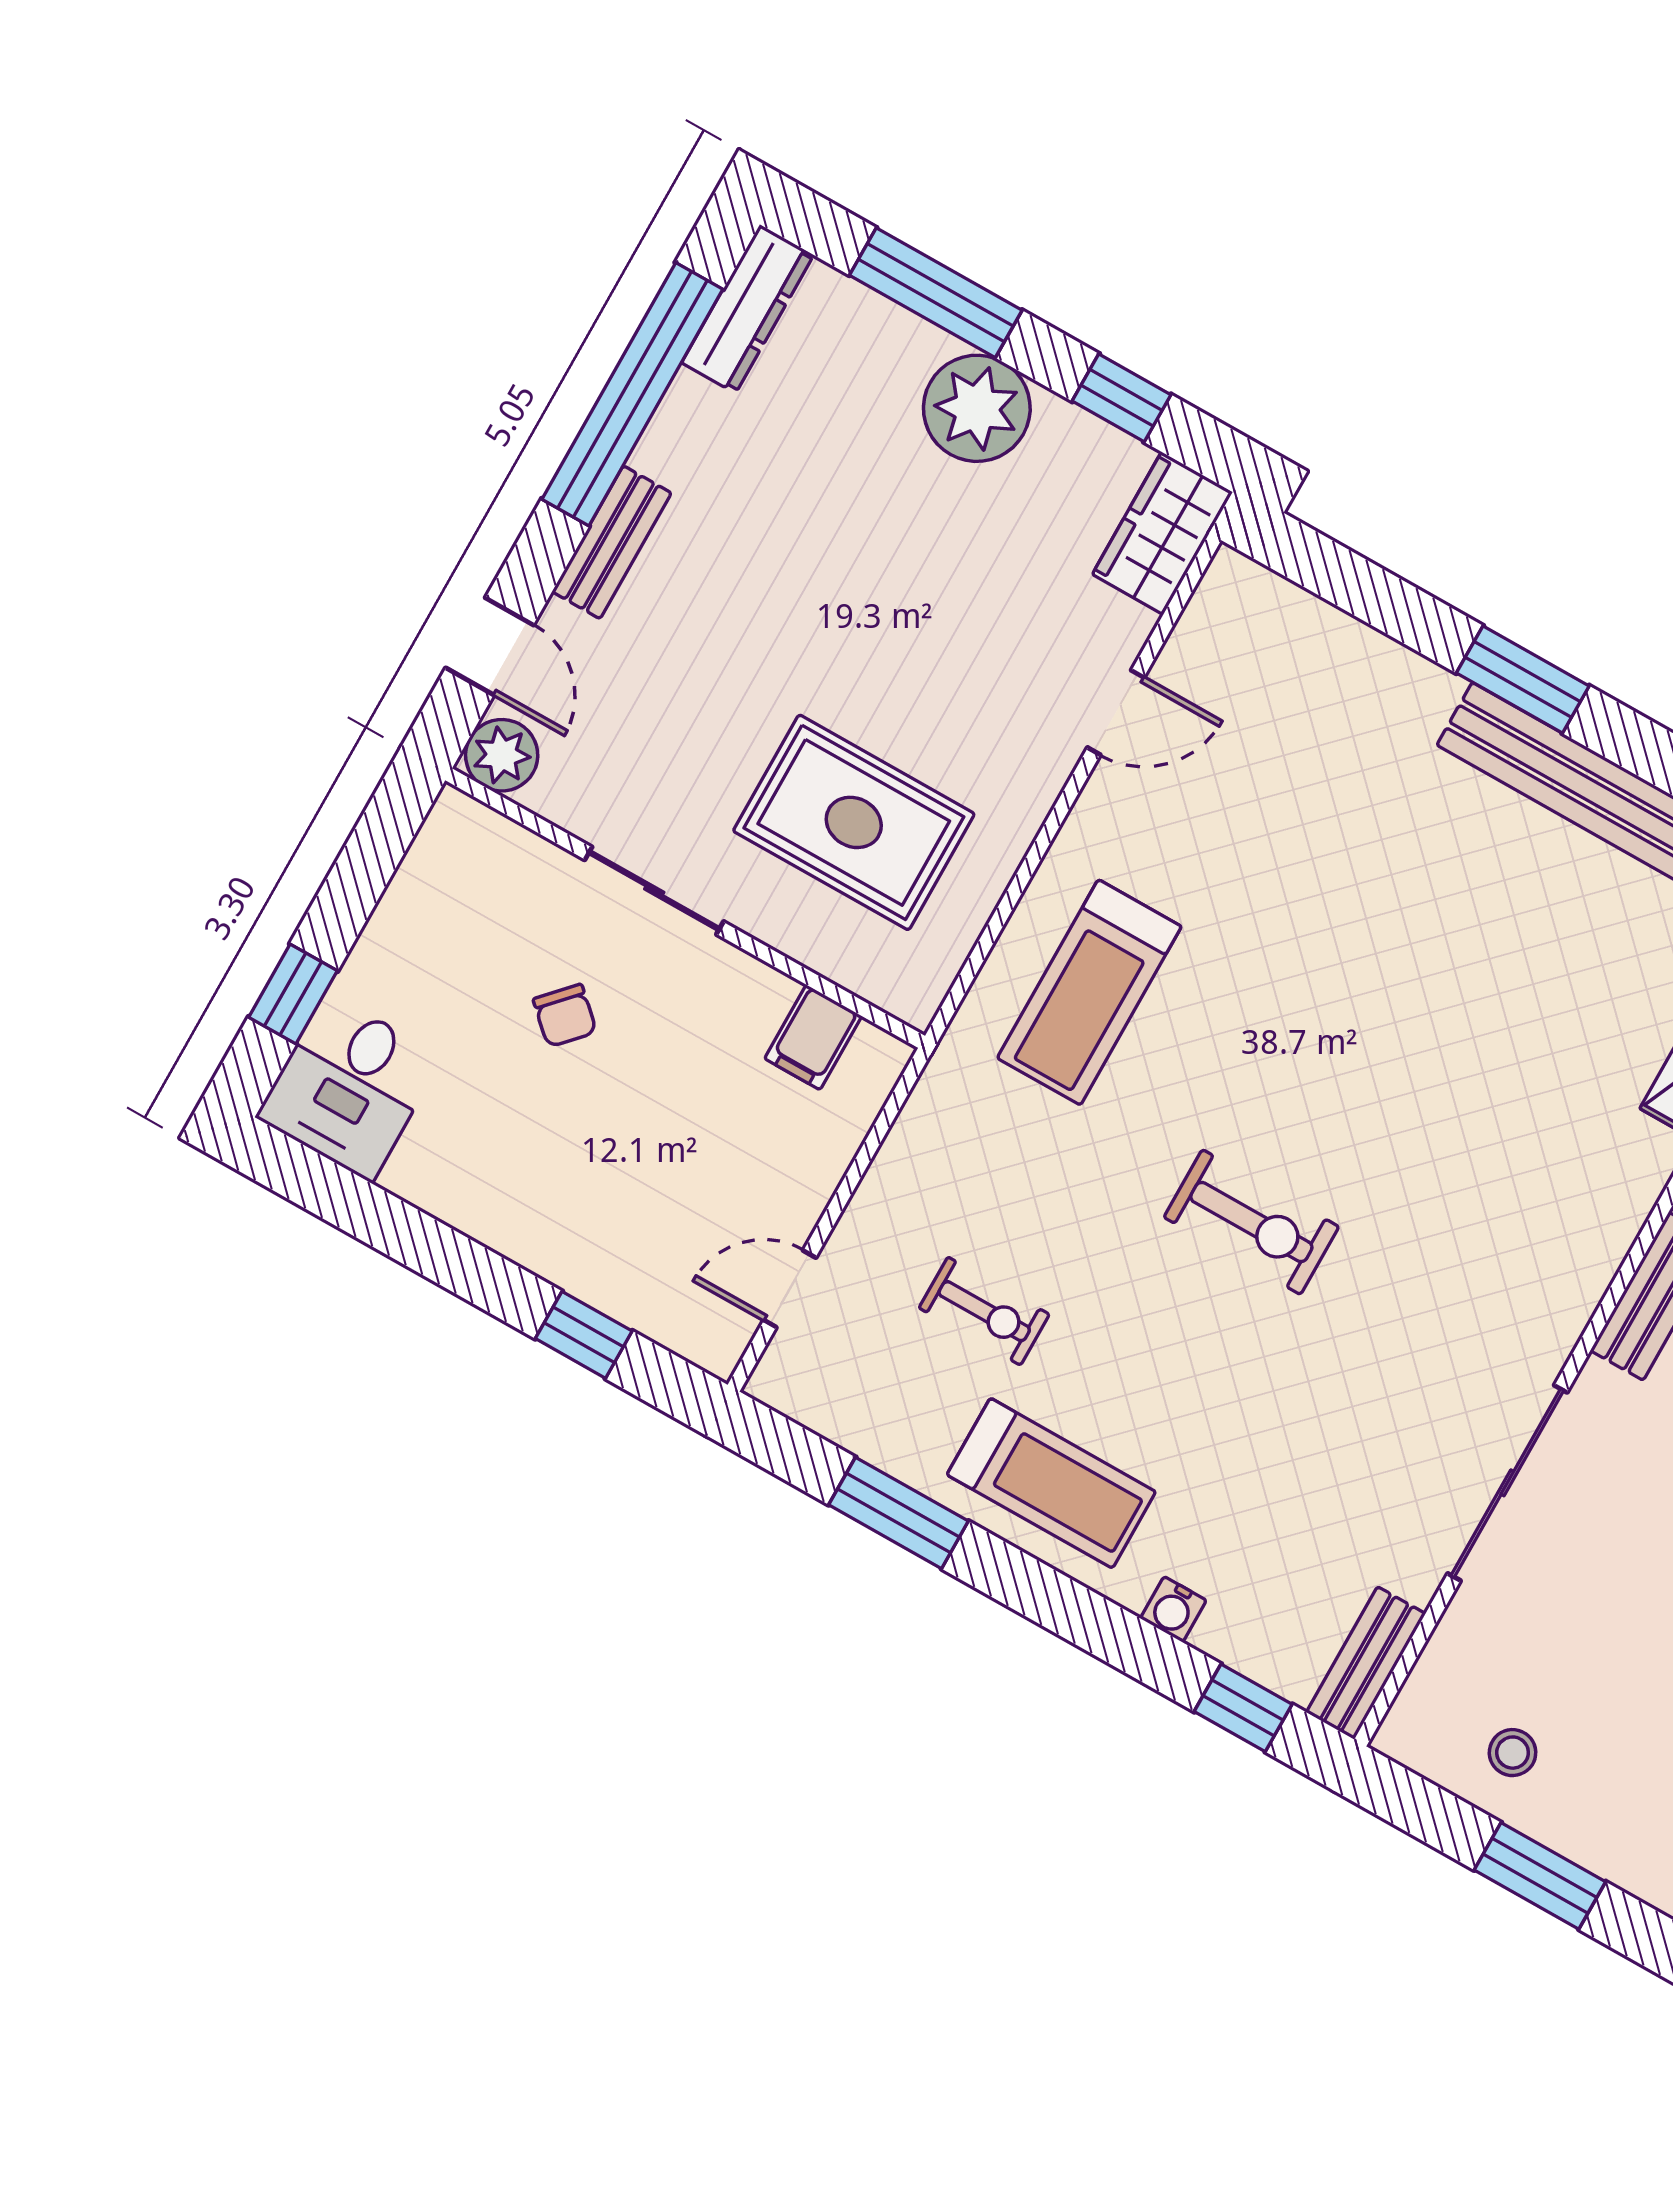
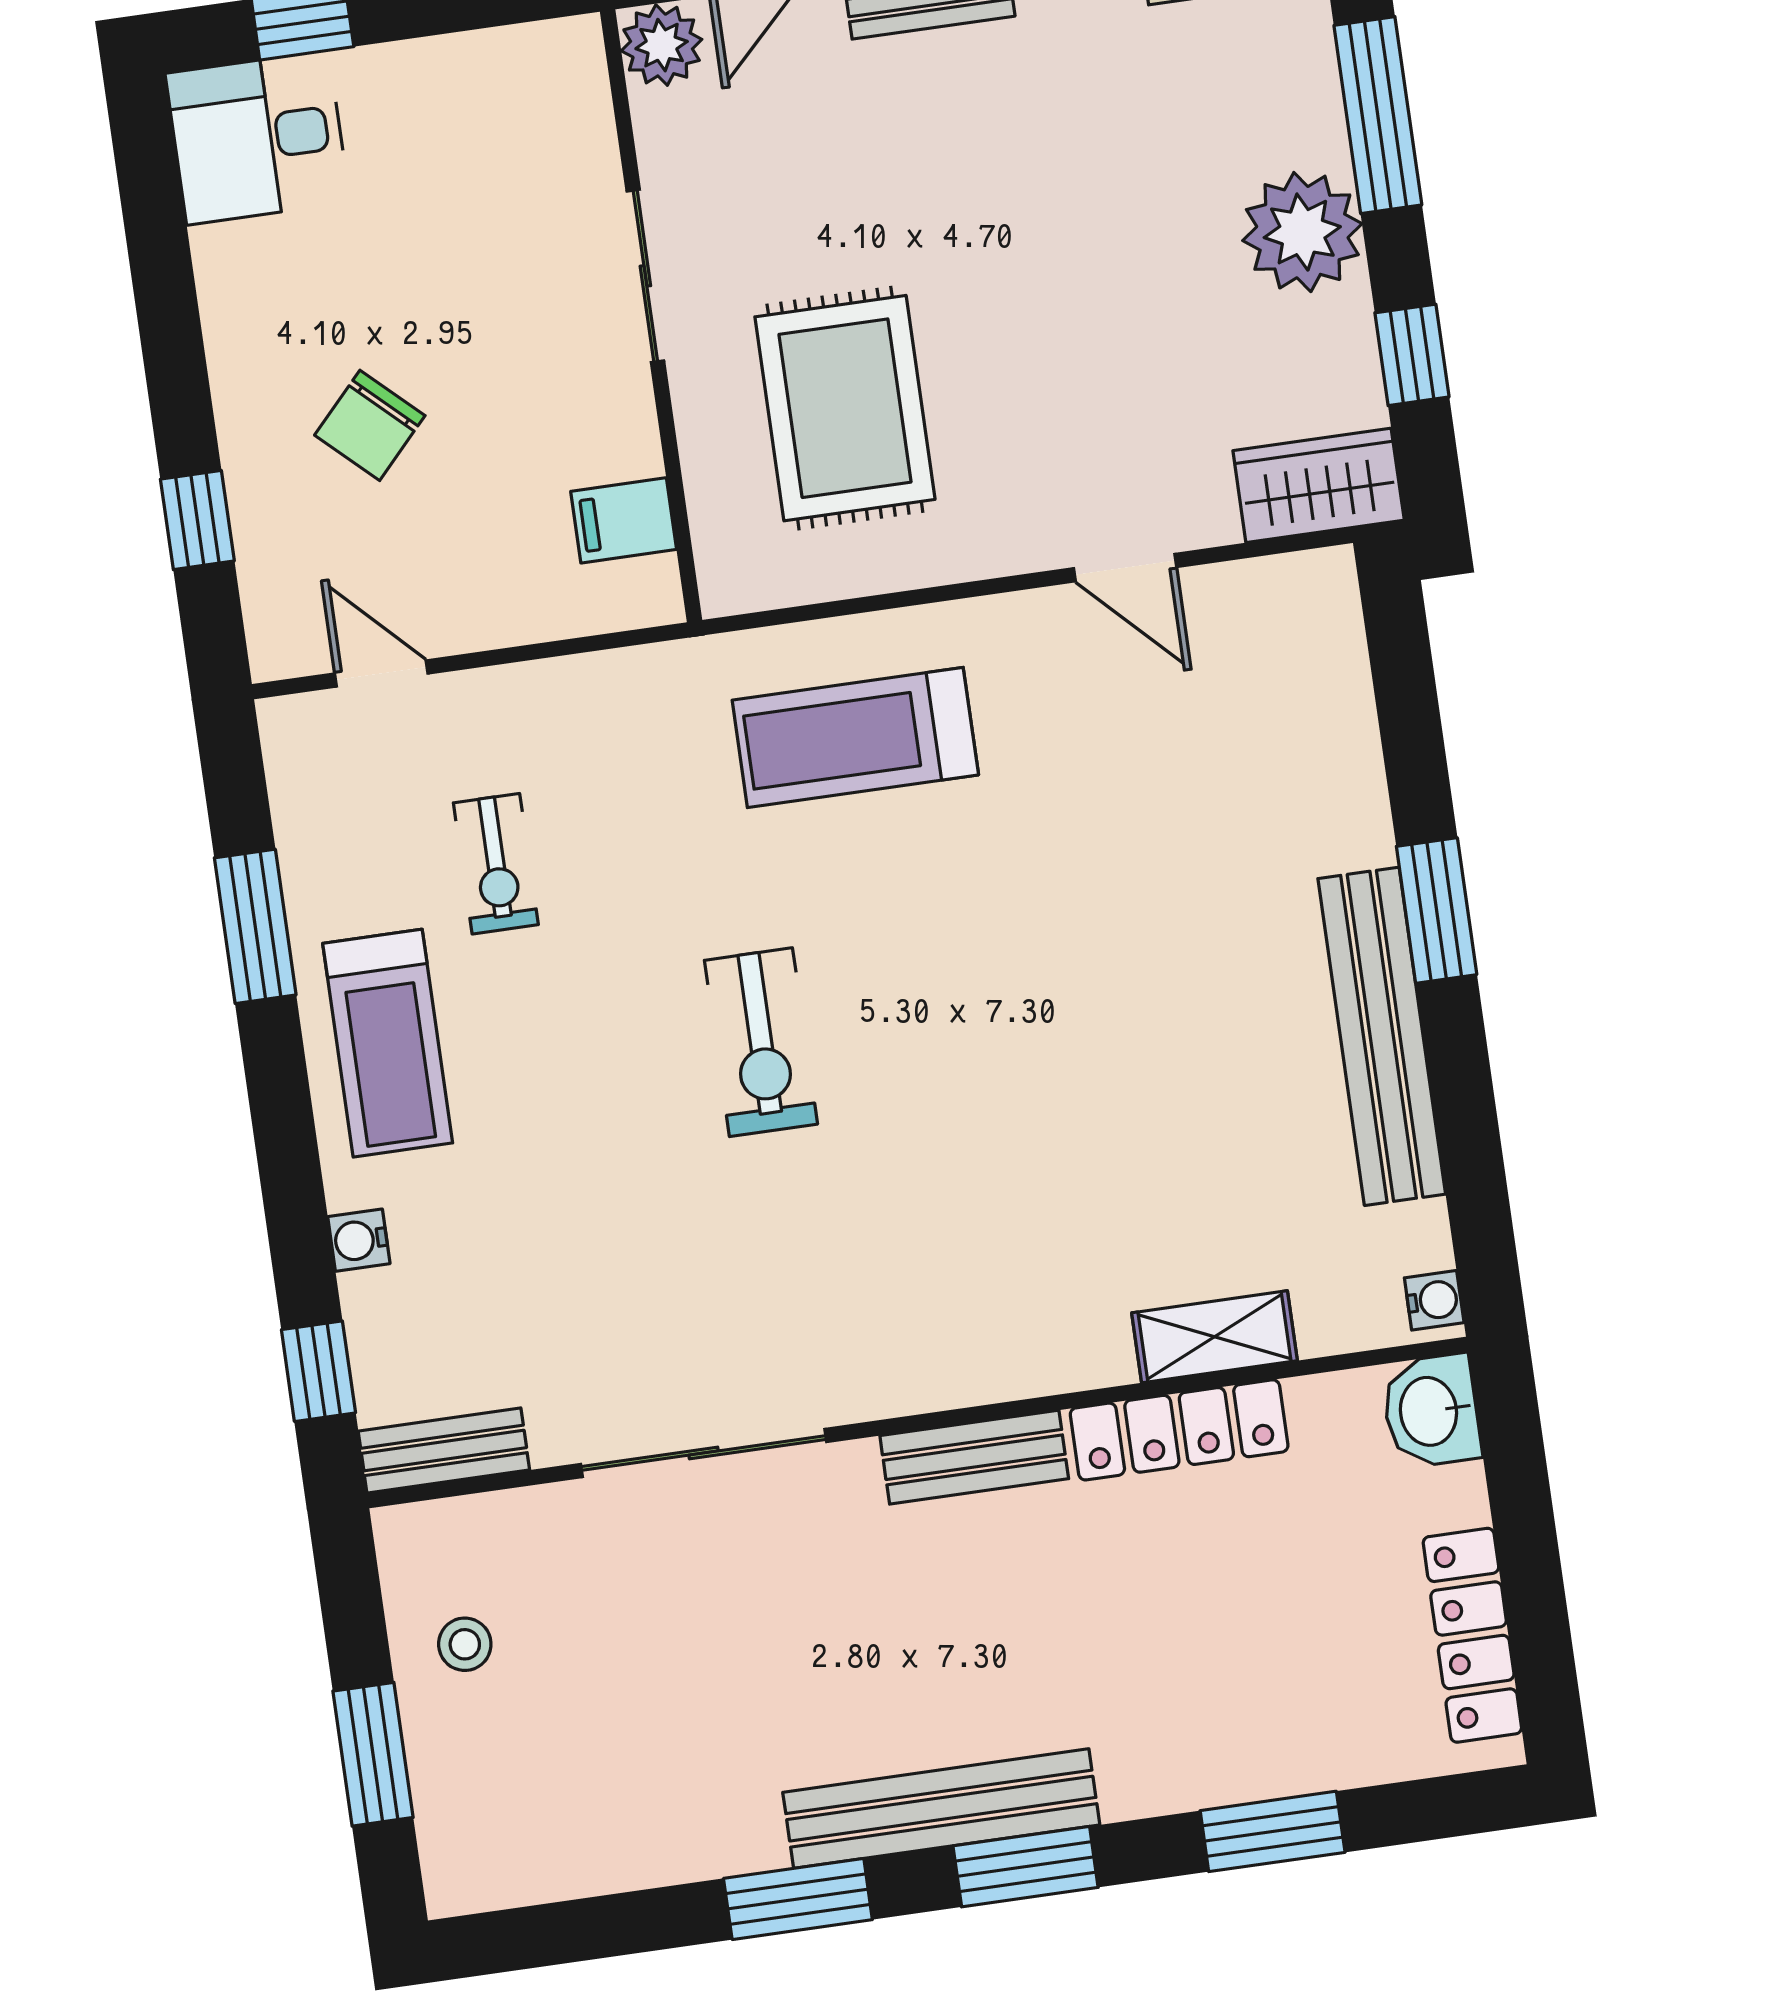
chair: (565, 1016) -> (370, 425), moved, width x1.37, depth x1.37

